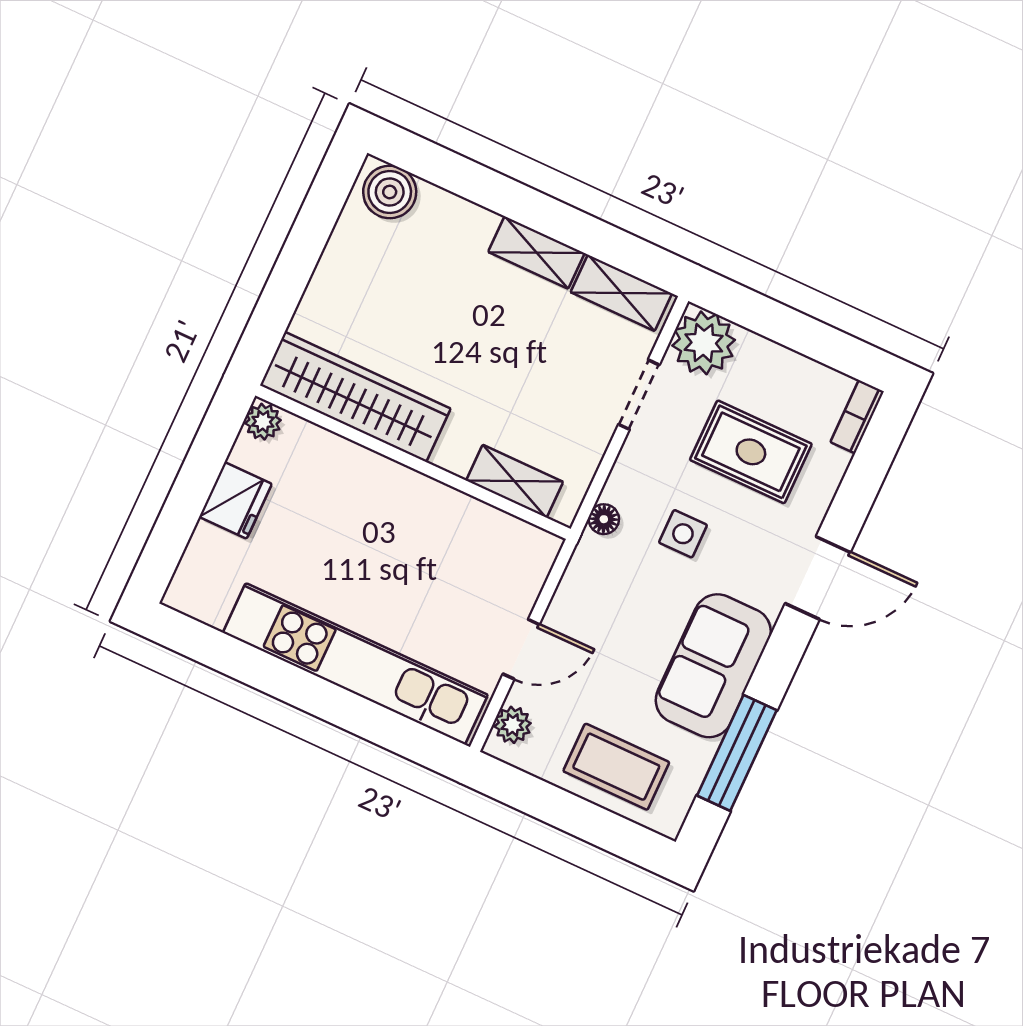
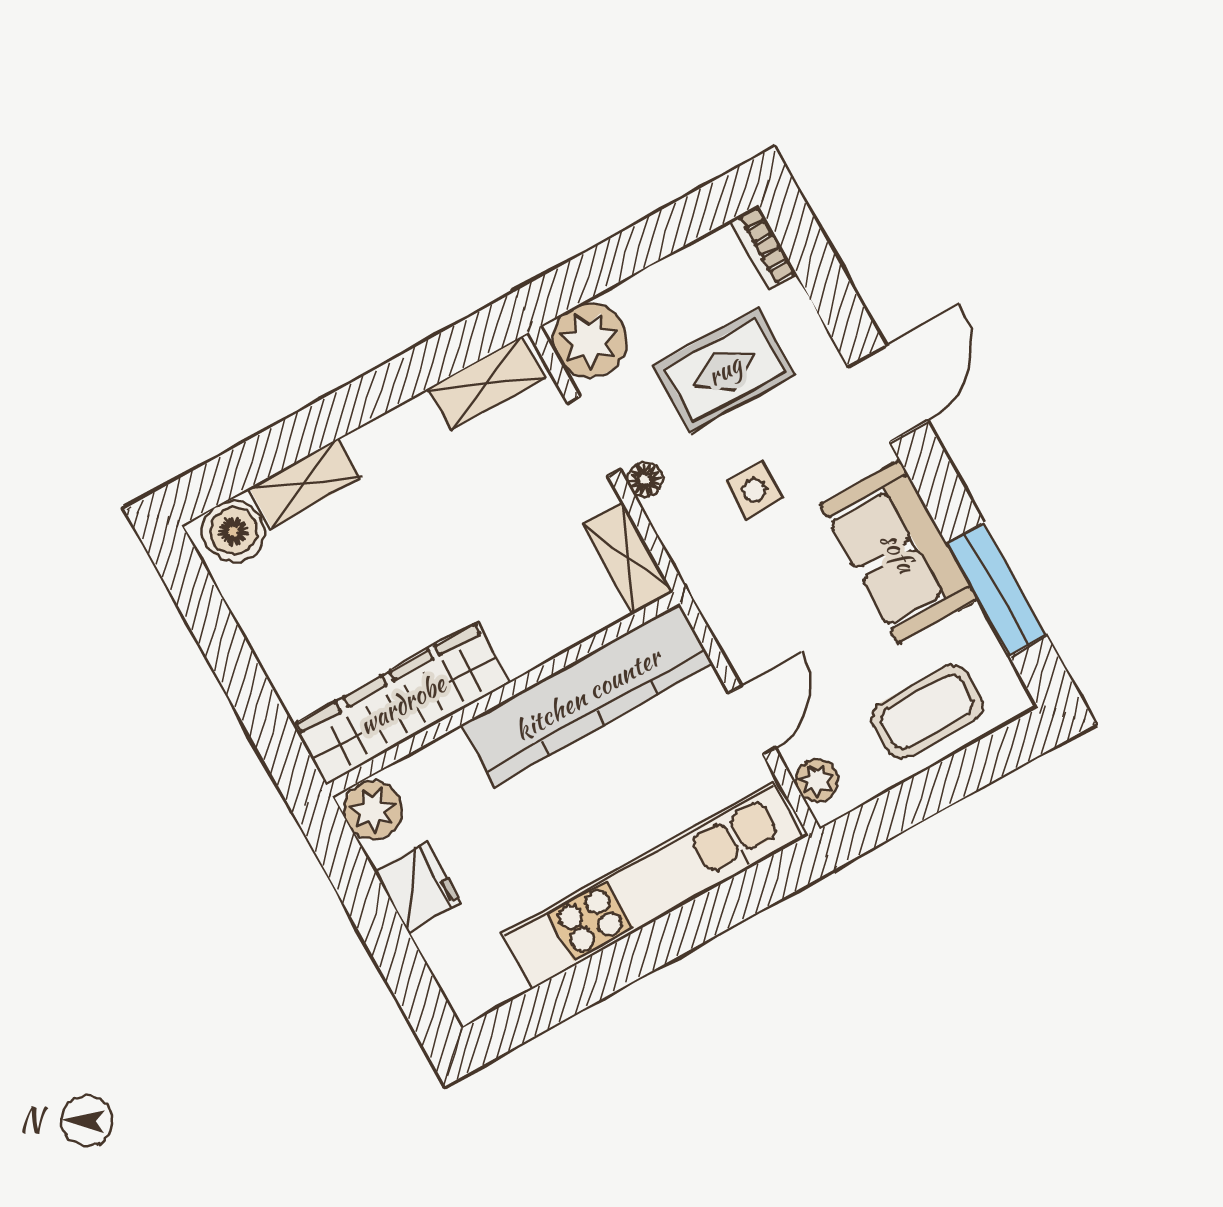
shelving: (536, 252) -> (305, 483), moved
plant: (263, 422) -> (373, 810), width x1.38, depth x1.38
shelving: (515, 481) -> (628, 558), moved, turned 90
floor lamp: (604, 519) -> (645, 480), moved
kitchen counter: (456, 521) -> (587, 694), added

